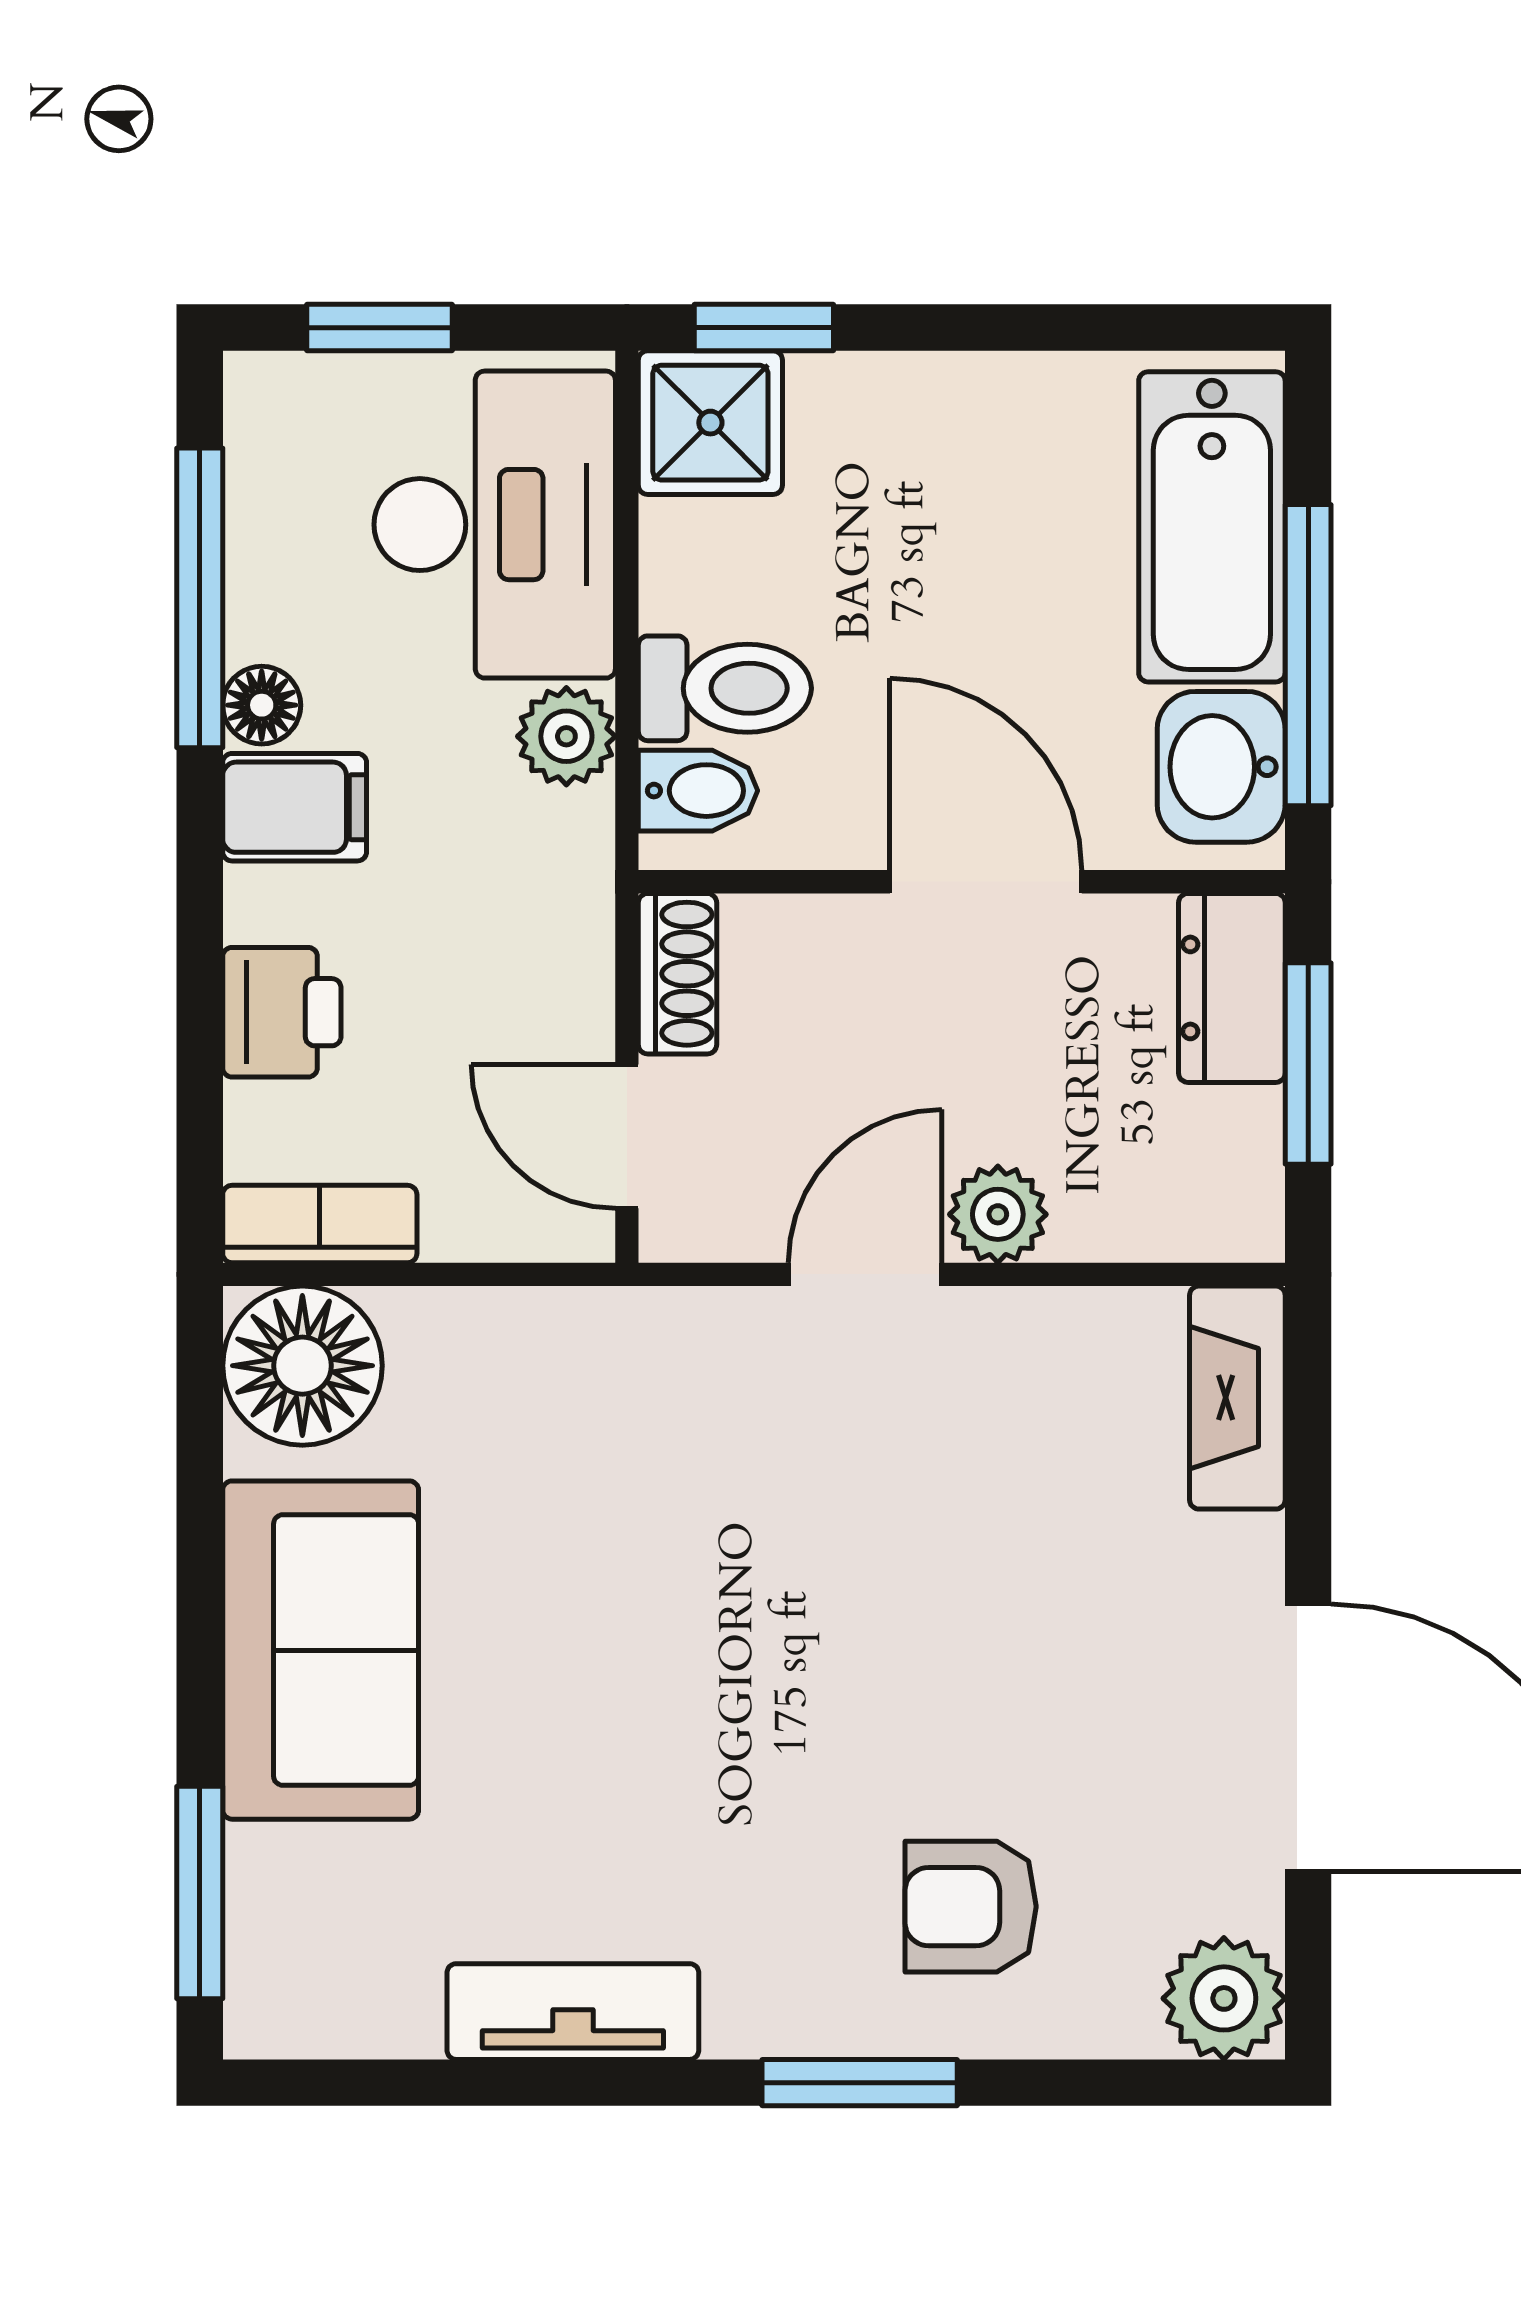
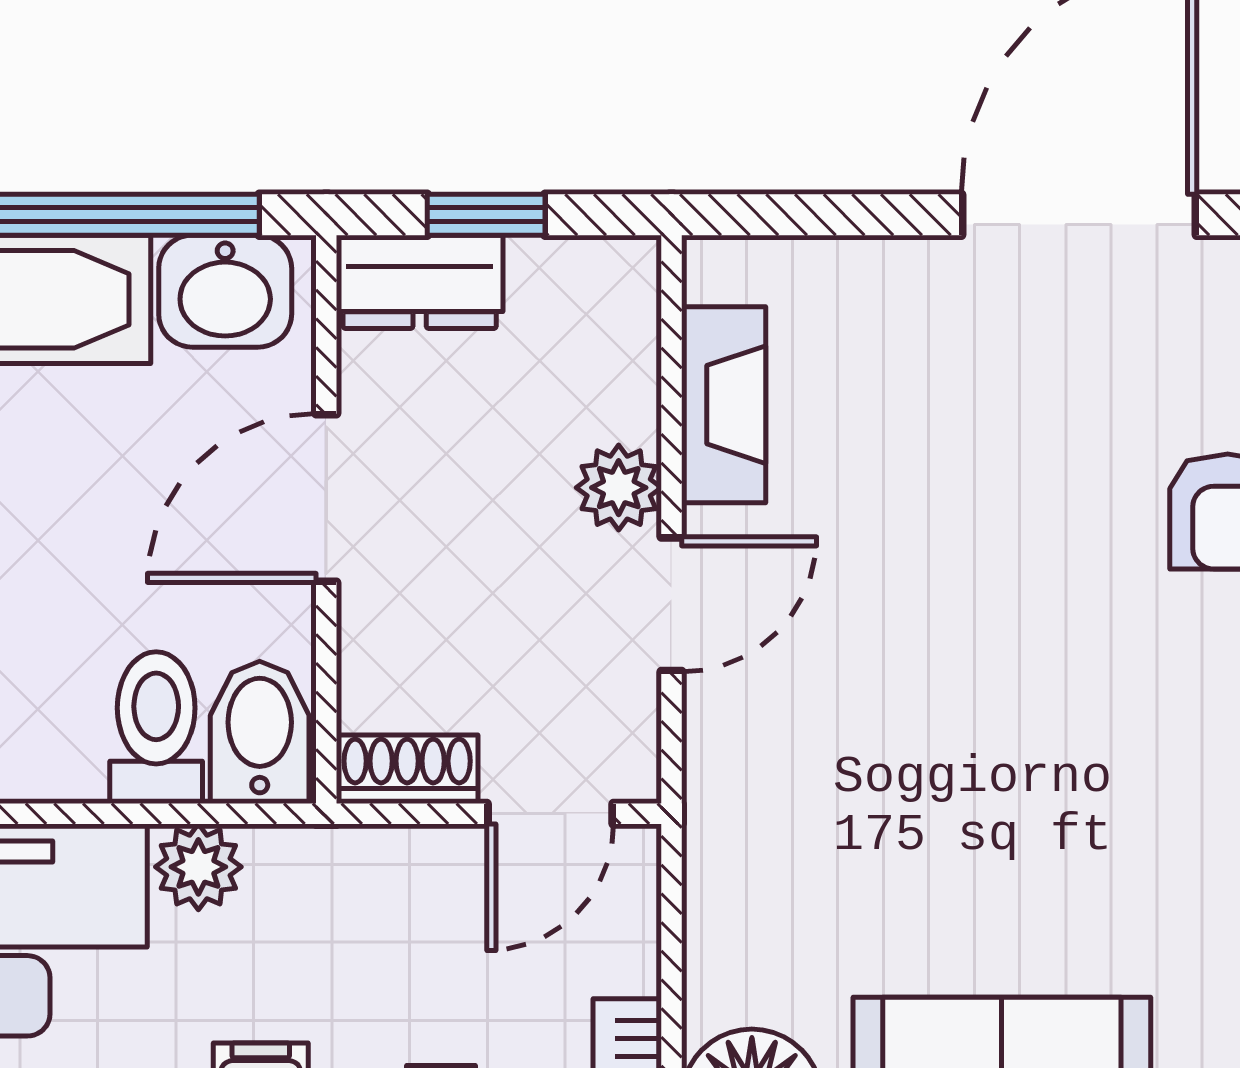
bidet: (698, 791) -> (260, 732), width x1.38, depth x1.36
window: (1308, 1064) -> (486, 215), width x0.67
door: (865, 1274) -> (672, 604), swing flipped
fireplace: (1237, 1398) -> (724, 405), moved, turned -90

